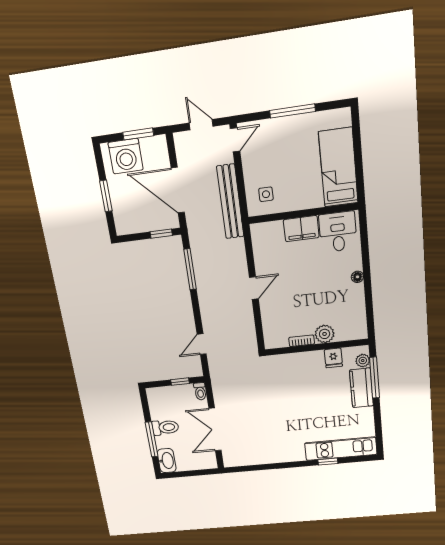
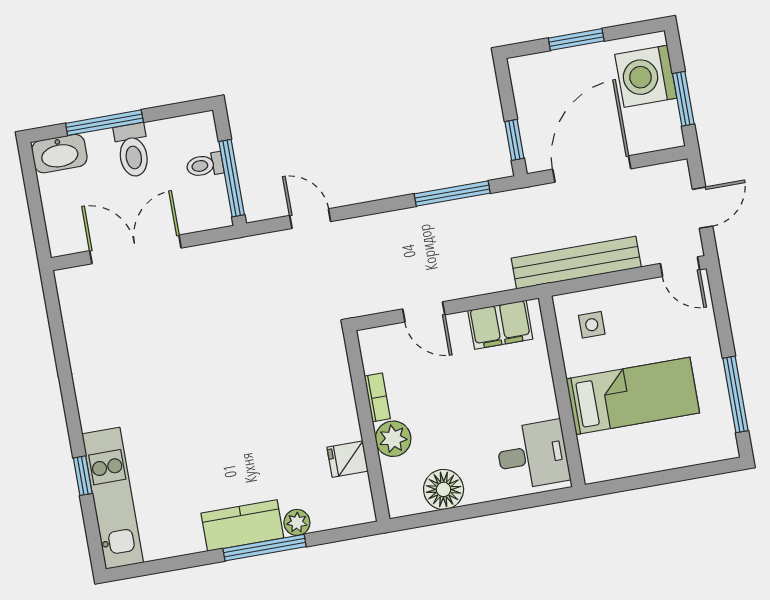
window: (292, 111) -> (735, 394), moved
bed: (338, 167) -> (633, 396), moved
filing cabinet: (301, 229) -> (500, 325), moved, turned -90
floor lamp: (357, 277) -> (444, 489), width x1.89, depth x1.89
plant: (325, 334) -> (393, 439), moved
bookcase: (302, 341) -> (377, 397), moved
wall: (316, 347) -> (367, 426), moved
fridge: (333, 358) -> (348, 459), moved
window: (180, 382) -> (232, 178), width x2.17
toilet: (200, 391) -> (205, 165), moved

